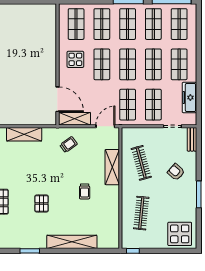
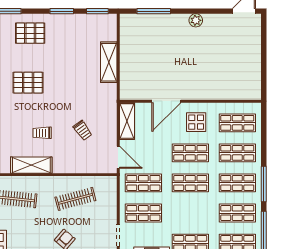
shop shelf: (153, 64) -> (190, 213), removed
door: (57, 99) -> (166, 101), moved
trolley: (69, 145) -> (83, 130), moved
shelving: (112, 167) -> (31, 165), moved
pallet: (42, 204) -> (28, 83), width x1.50, depth x1.42

